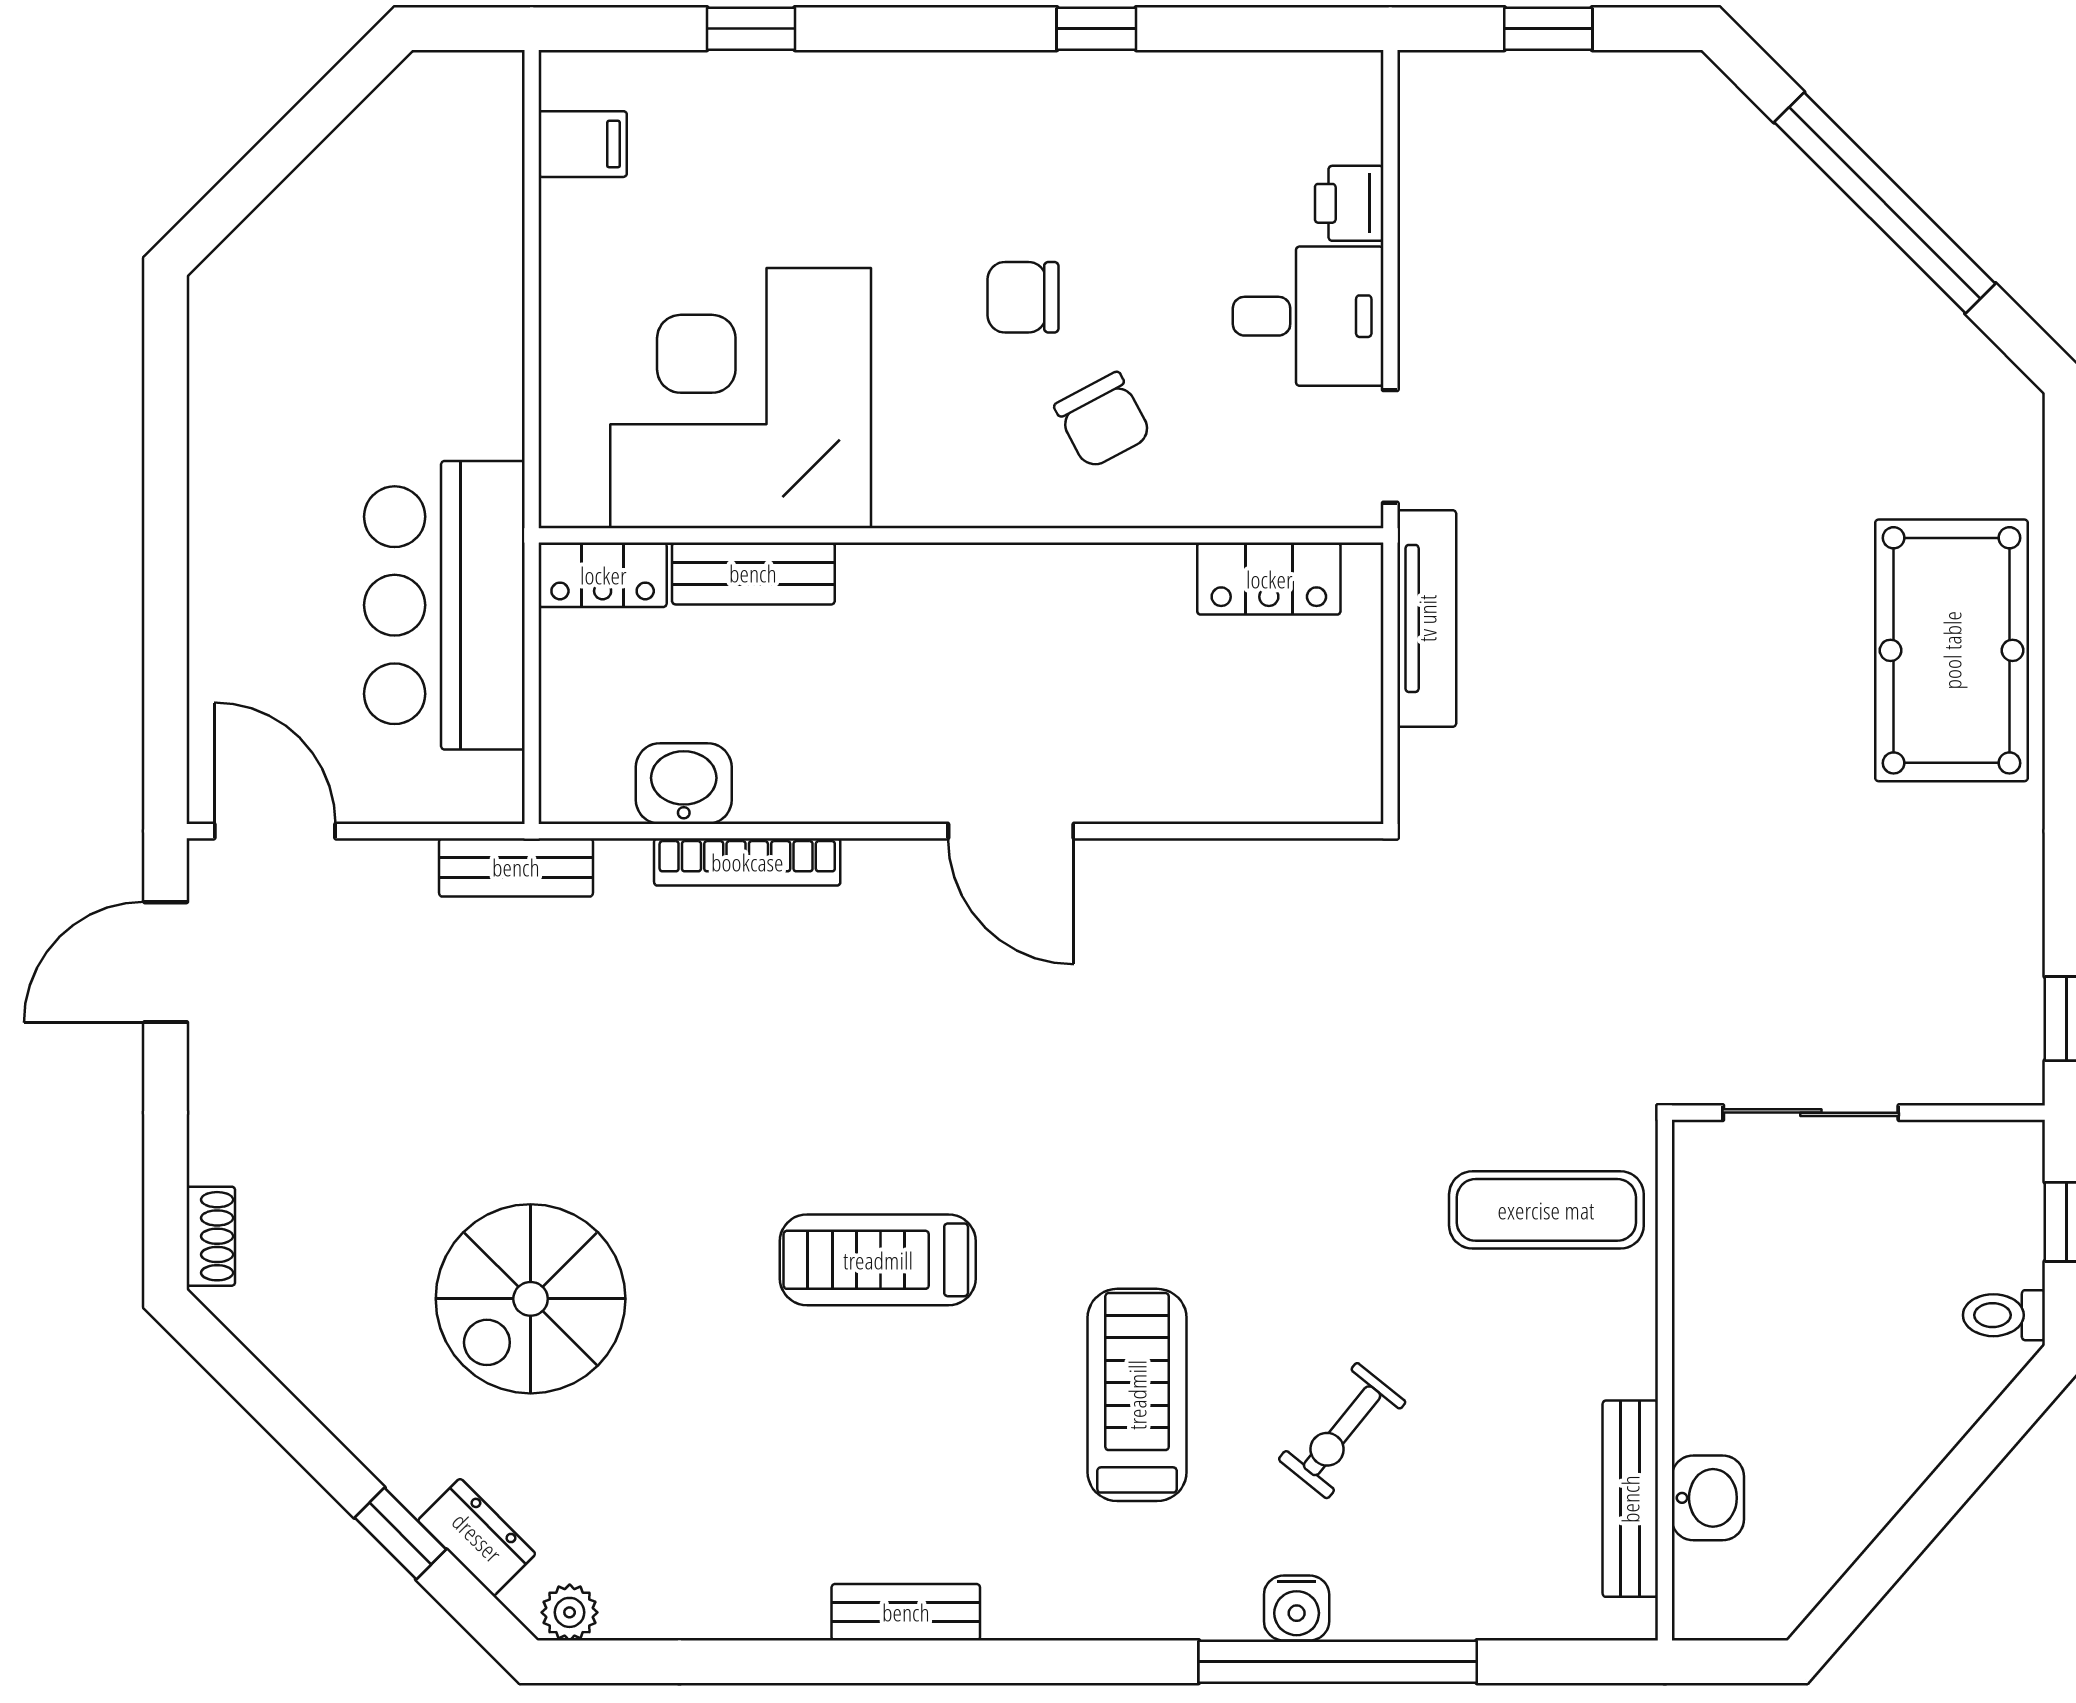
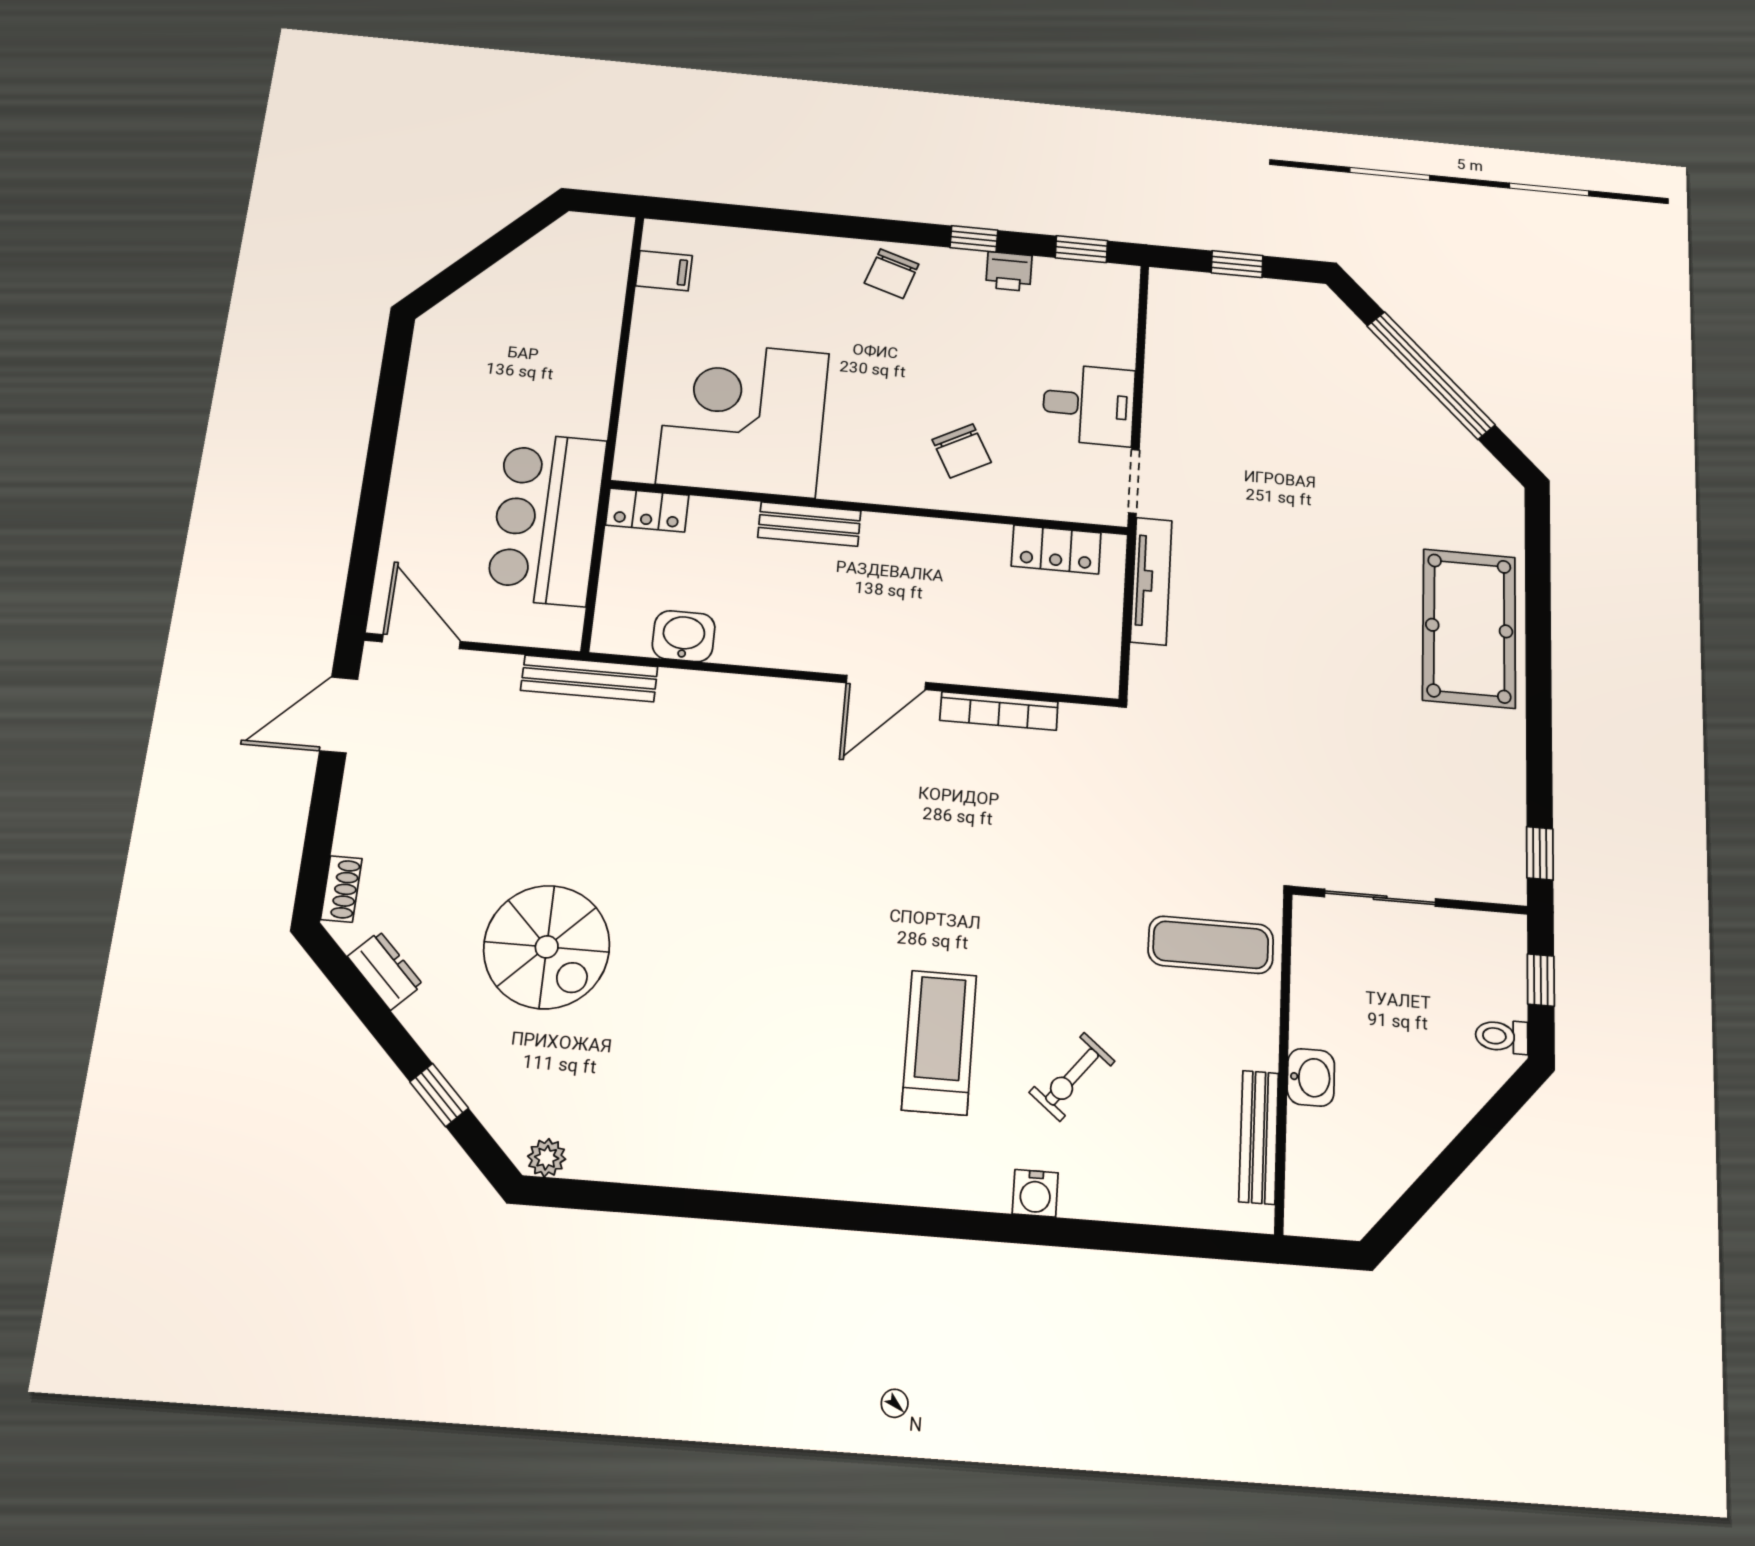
window: (751, 29) -> (1081, 249), moved
printer: (1349, 203) -> (1009, 271), moved, turned -90
chair: (1023, 297) -> (892, 274), moved, turned -72
bench: (753, 573) -> (809, 524), moved
door: (1011, 831) -> (886, 683), hinge flipped
bookcase: (747, 862) -> (999, 711), moved
bench: (516, 867) -> (589, 678), width x1.36
treadmill: (878, 1260) -> (777, 941), removed
spiral stairs: (531, 1299) -> (547, 947), turned -90
washbasin: (1708, 1498) -> (1311, 1077), moved
dresser: (477, 1537) -> (385, 971), moved
bench: (906, 1612) -> (774, 1176), removed
window: (1338, 1662) -> (1061, 1232), removed

